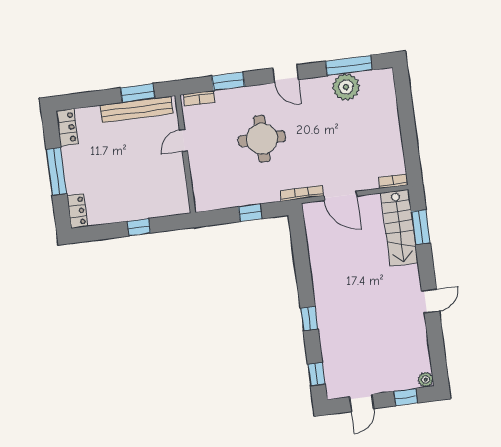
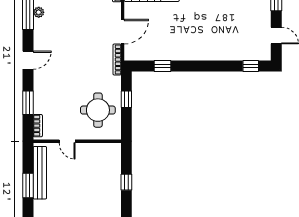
plant: (346, 87) -> (39, 12), width x0.53, depth x0.53
window: (138, 93) -> (28, 185), moved
round table: (262, 139) -> (98, 110), moved
window: (309, 318) -> (163, 66), moved

